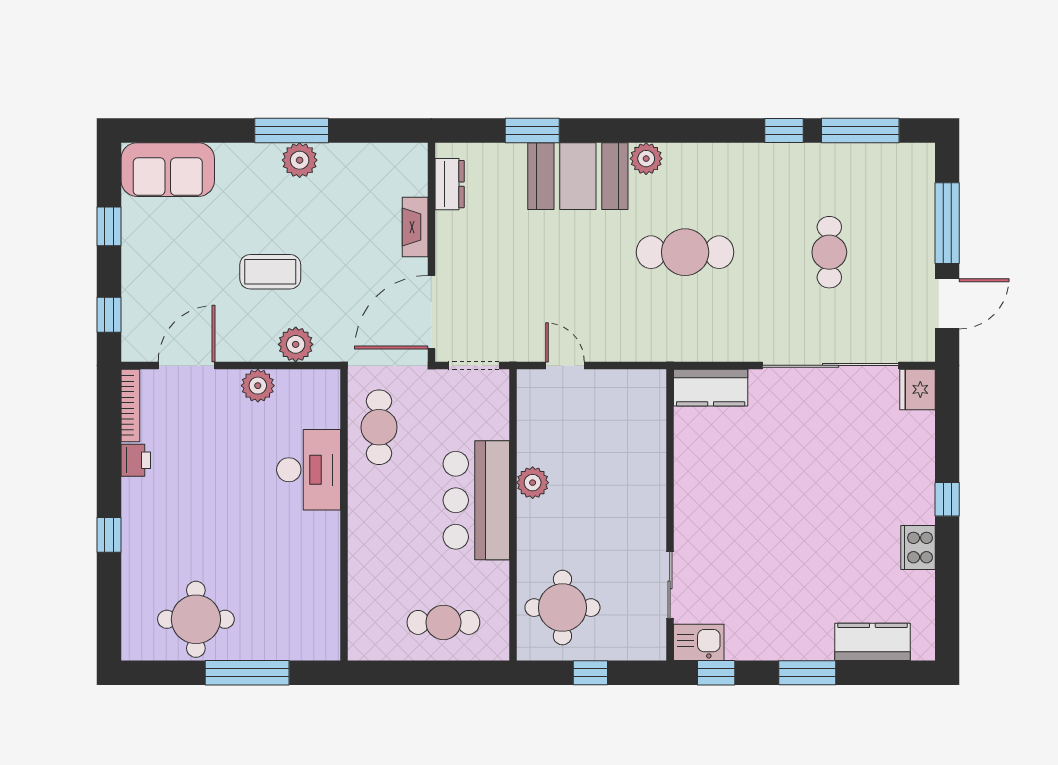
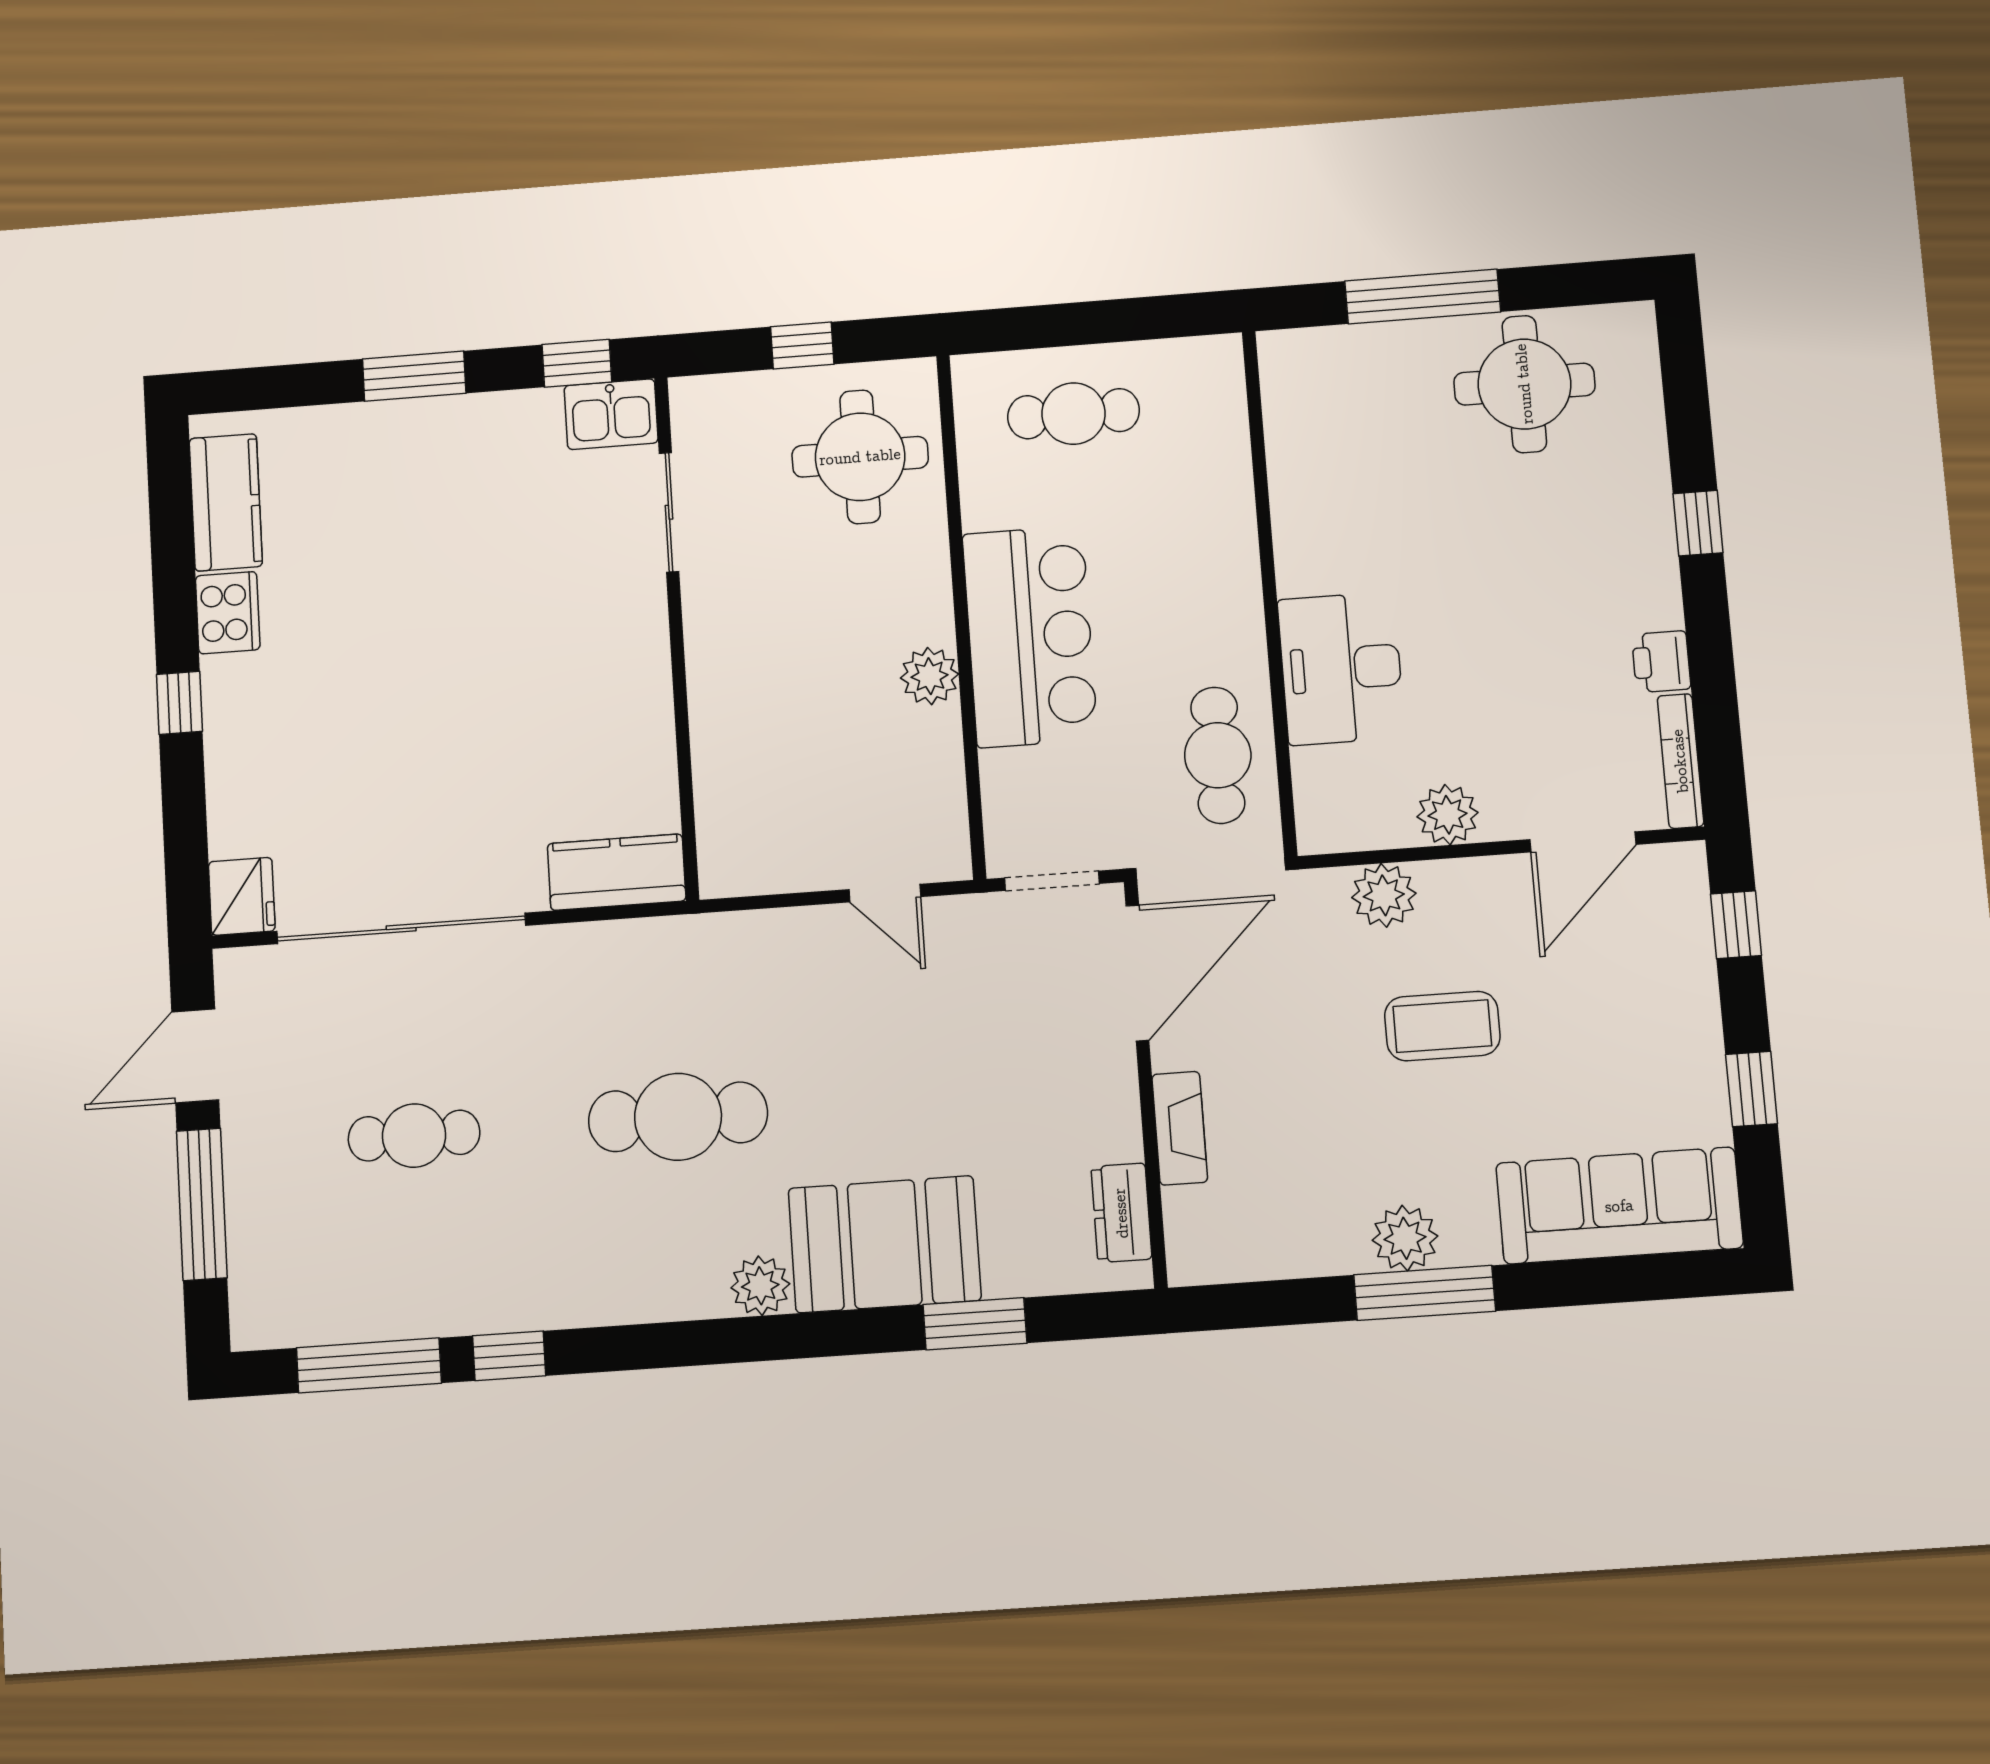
sofa: (168, 170) -> (1619, 1206), width x1.36
cafe table: (829, 252) -> (414, 1136), turned 90
kitchen counter: (872, 642) -> (226, 502), moved, turned -90

